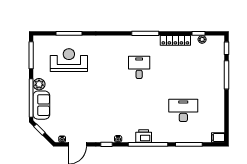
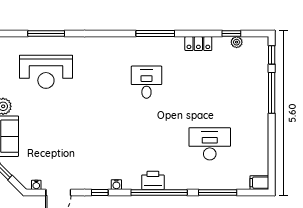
locker: (175, 40) -> (198, 44), width x0.66
reception desk: (69, 60) -> (46, 72), turned 180

